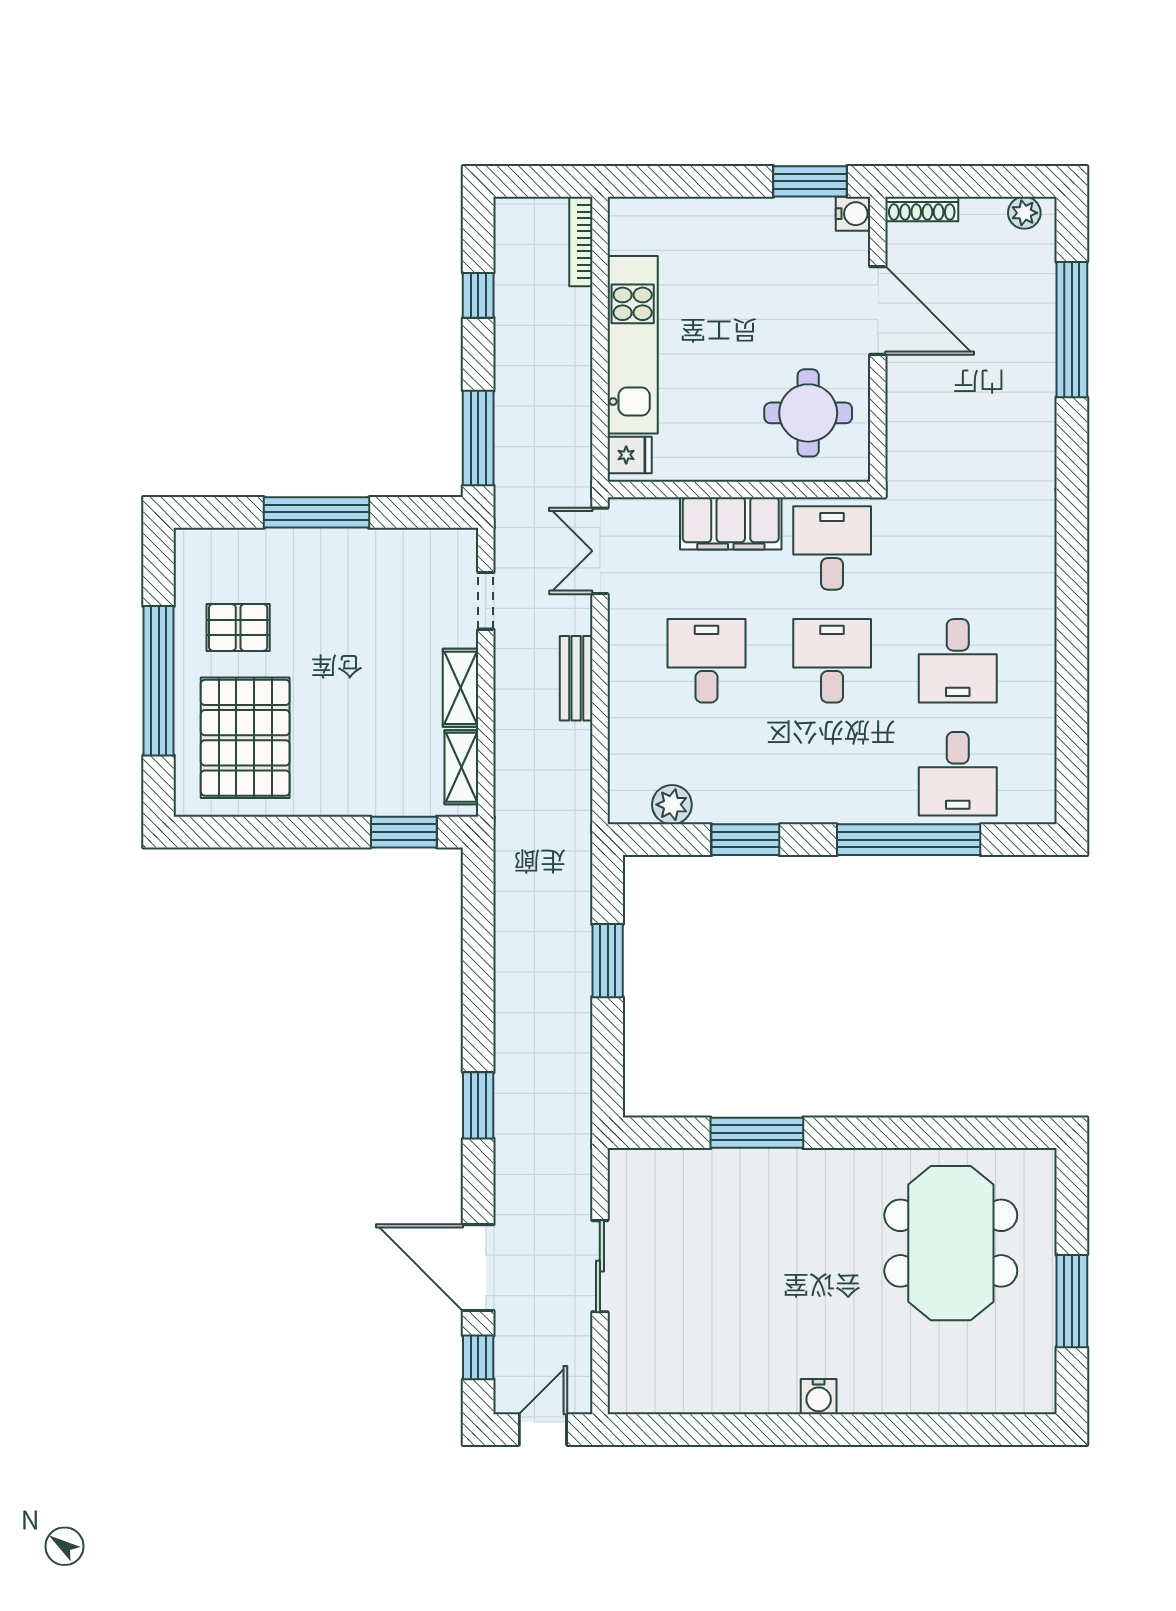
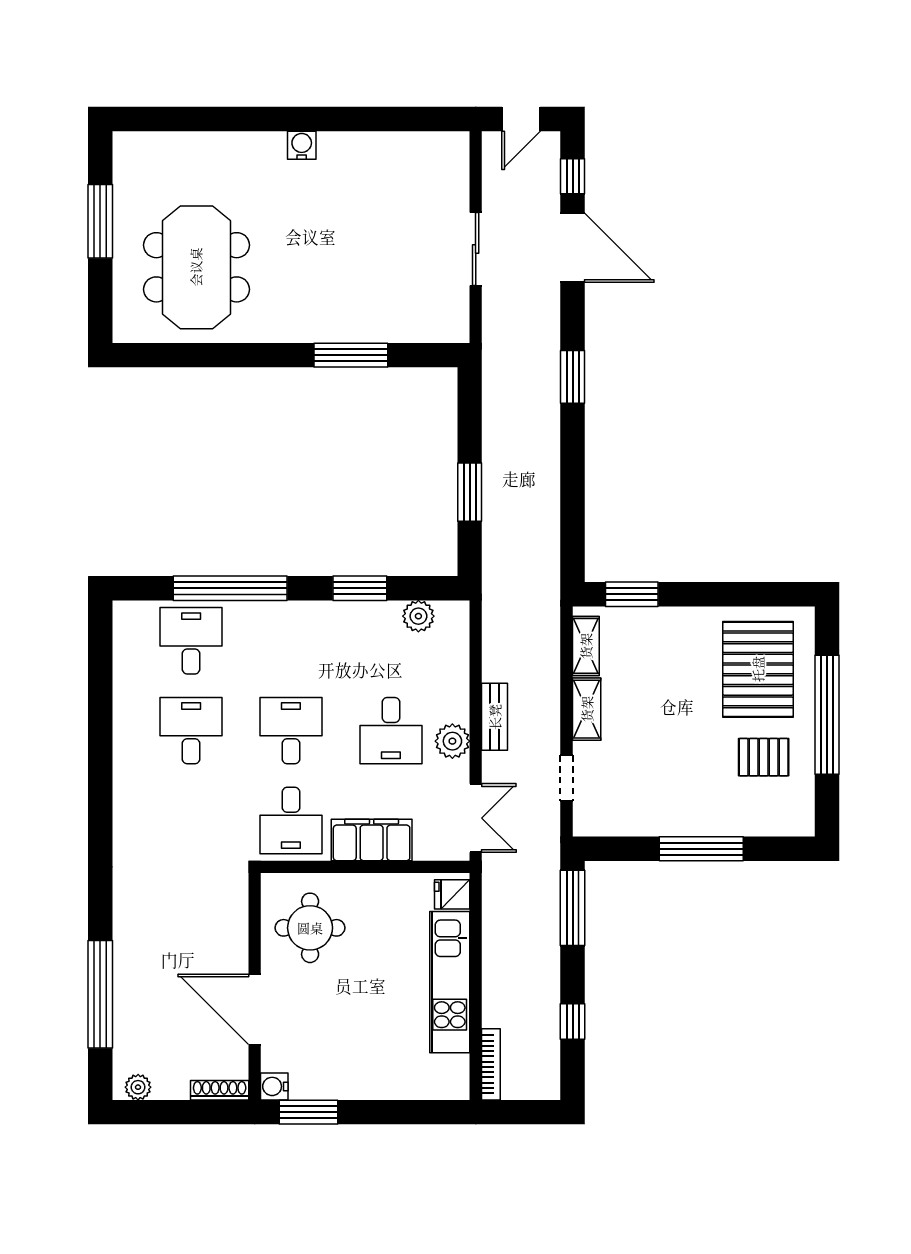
plant: (629, 648) -> (452, 741), added
desk: (832, 661) -> (291, 731), turned 180

